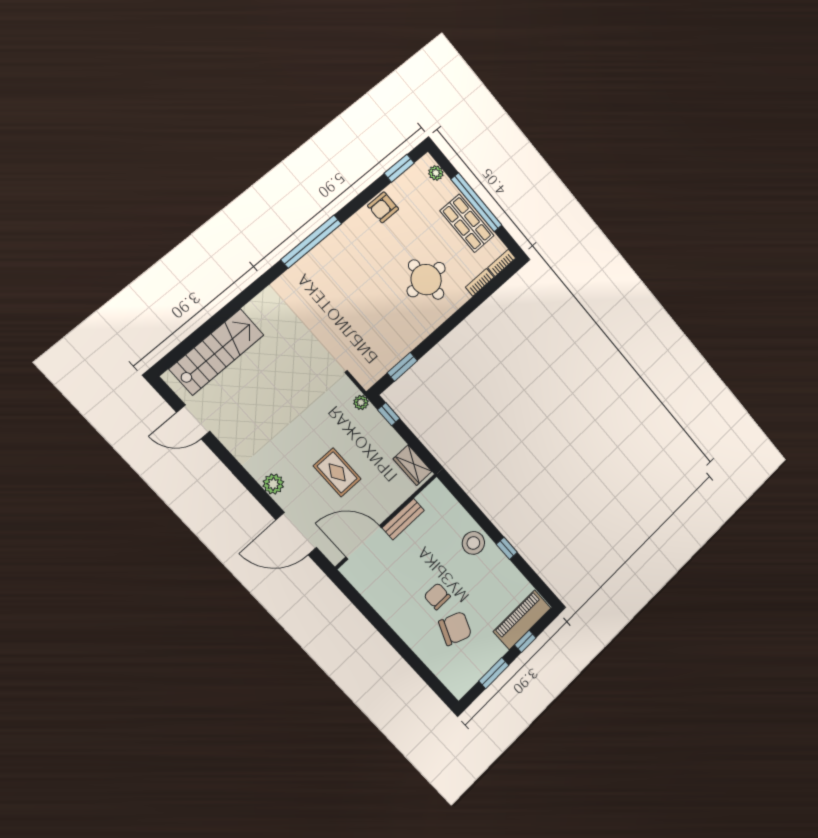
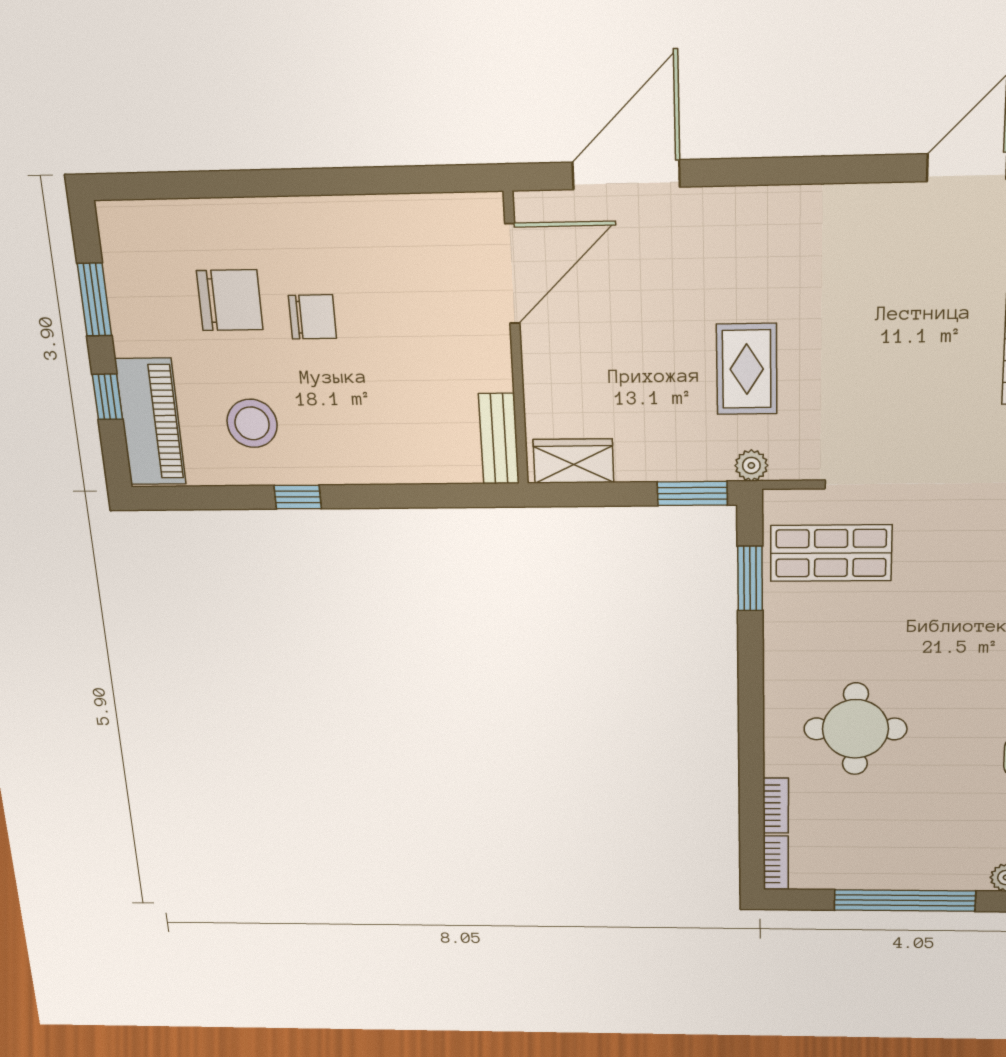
shop shelf: (467, 223) -> (831, 553), moved
window: (389, 414) -> (692, 493), width x1.50
rug: (337, 472) -> (747, 369), moved, turned 90
plant: (273, 484) -> (744, 209), removed
bench: (403, 519) -> (499, 439), moved
stool: (473, 543) -> (252, 423), moved
chair: (455, 628) -> (230, 300), turned -112

